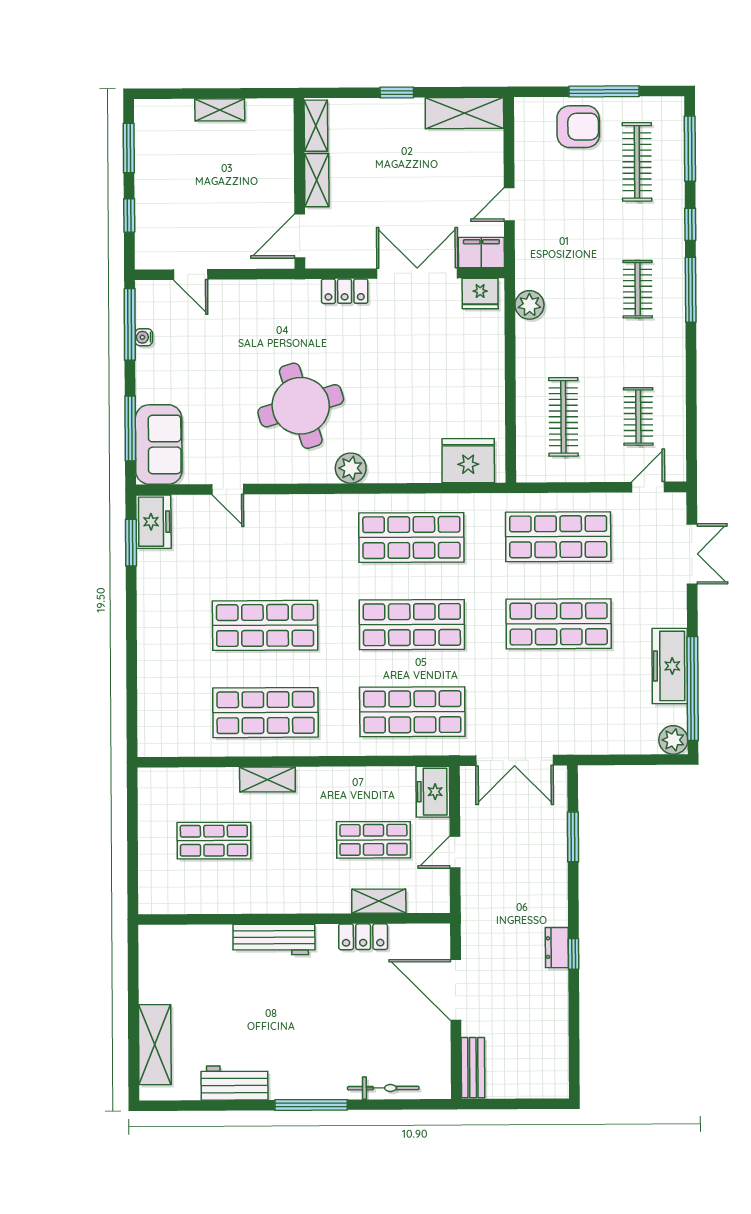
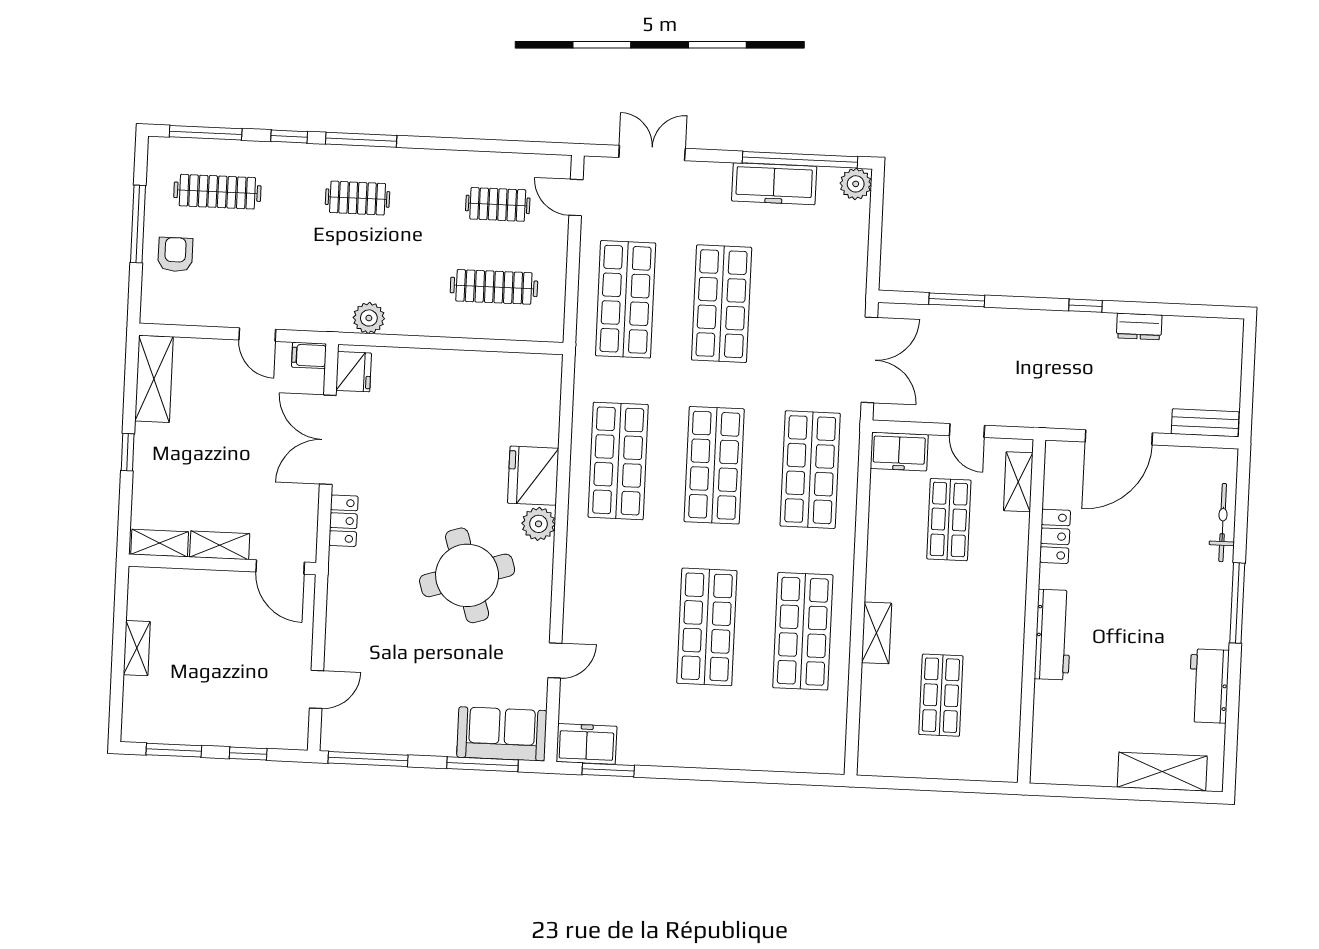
armchair: (578, 127) -> (175, 255), width x0.72, depth x0.72
filing cabinet: (481, 252) -> (309, 355), width x0.50
water cooler: (144, 337) -> (383, 744), removed
fridge: (468, 461) -> (533, 476), moved
shelving: (379, 901) -> (1018, 482), moved
dresser: (557, 948) -> (1139, 326), moved

